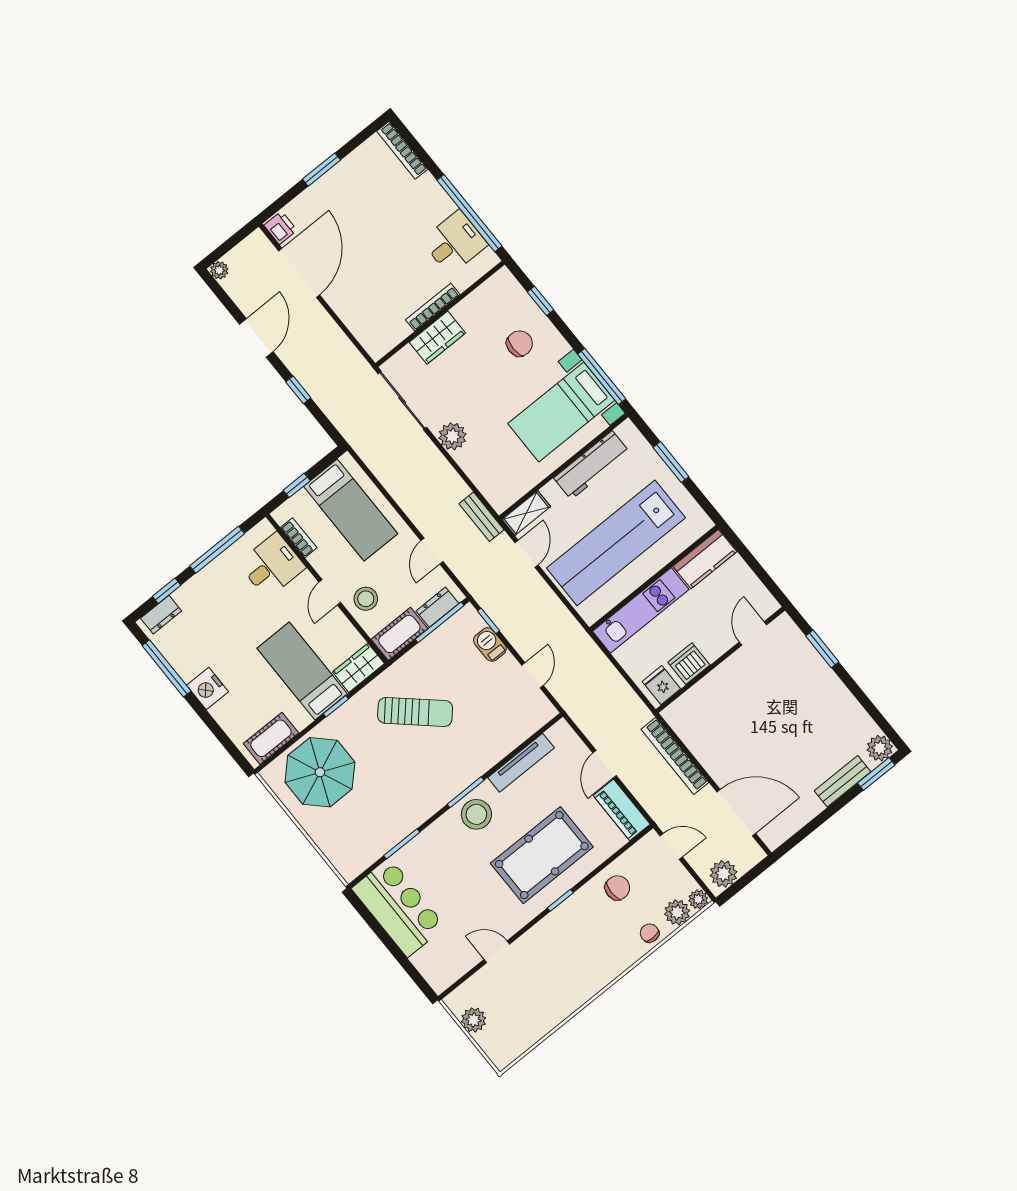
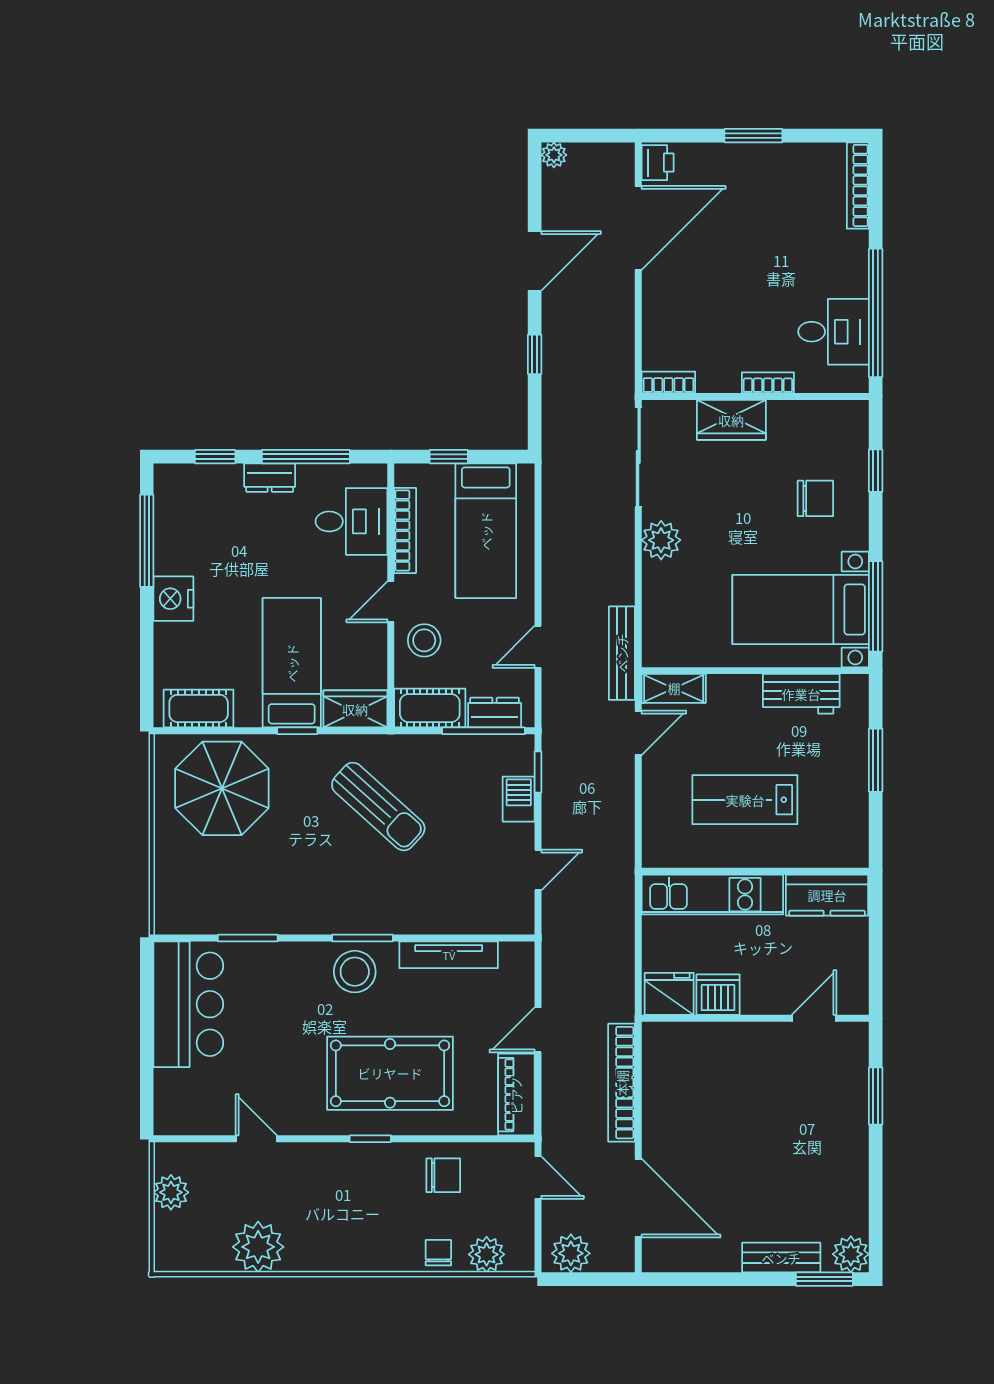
bookcase: (433, 307) -> (768, 383), width x0.64
bookcase: (385, 345) -> (668, 382), added
workbench: (592, 465) -> (801, 694), width x0.73
bench: (481, 517) -> (622, 653), width x1.36
bookcase: (299, 538) -> (405, 530), width x1.56
lab bench: (616, 543) -> (745, 800), width x0.54, depth x0.72
dresser: (161, 615) -> (270, 478), moved
fridge: (661, 685) -> (669, 994), width x1.38
plant: (698, 899) -> (258, 1247), moved, width x1.88, depth x1.88

